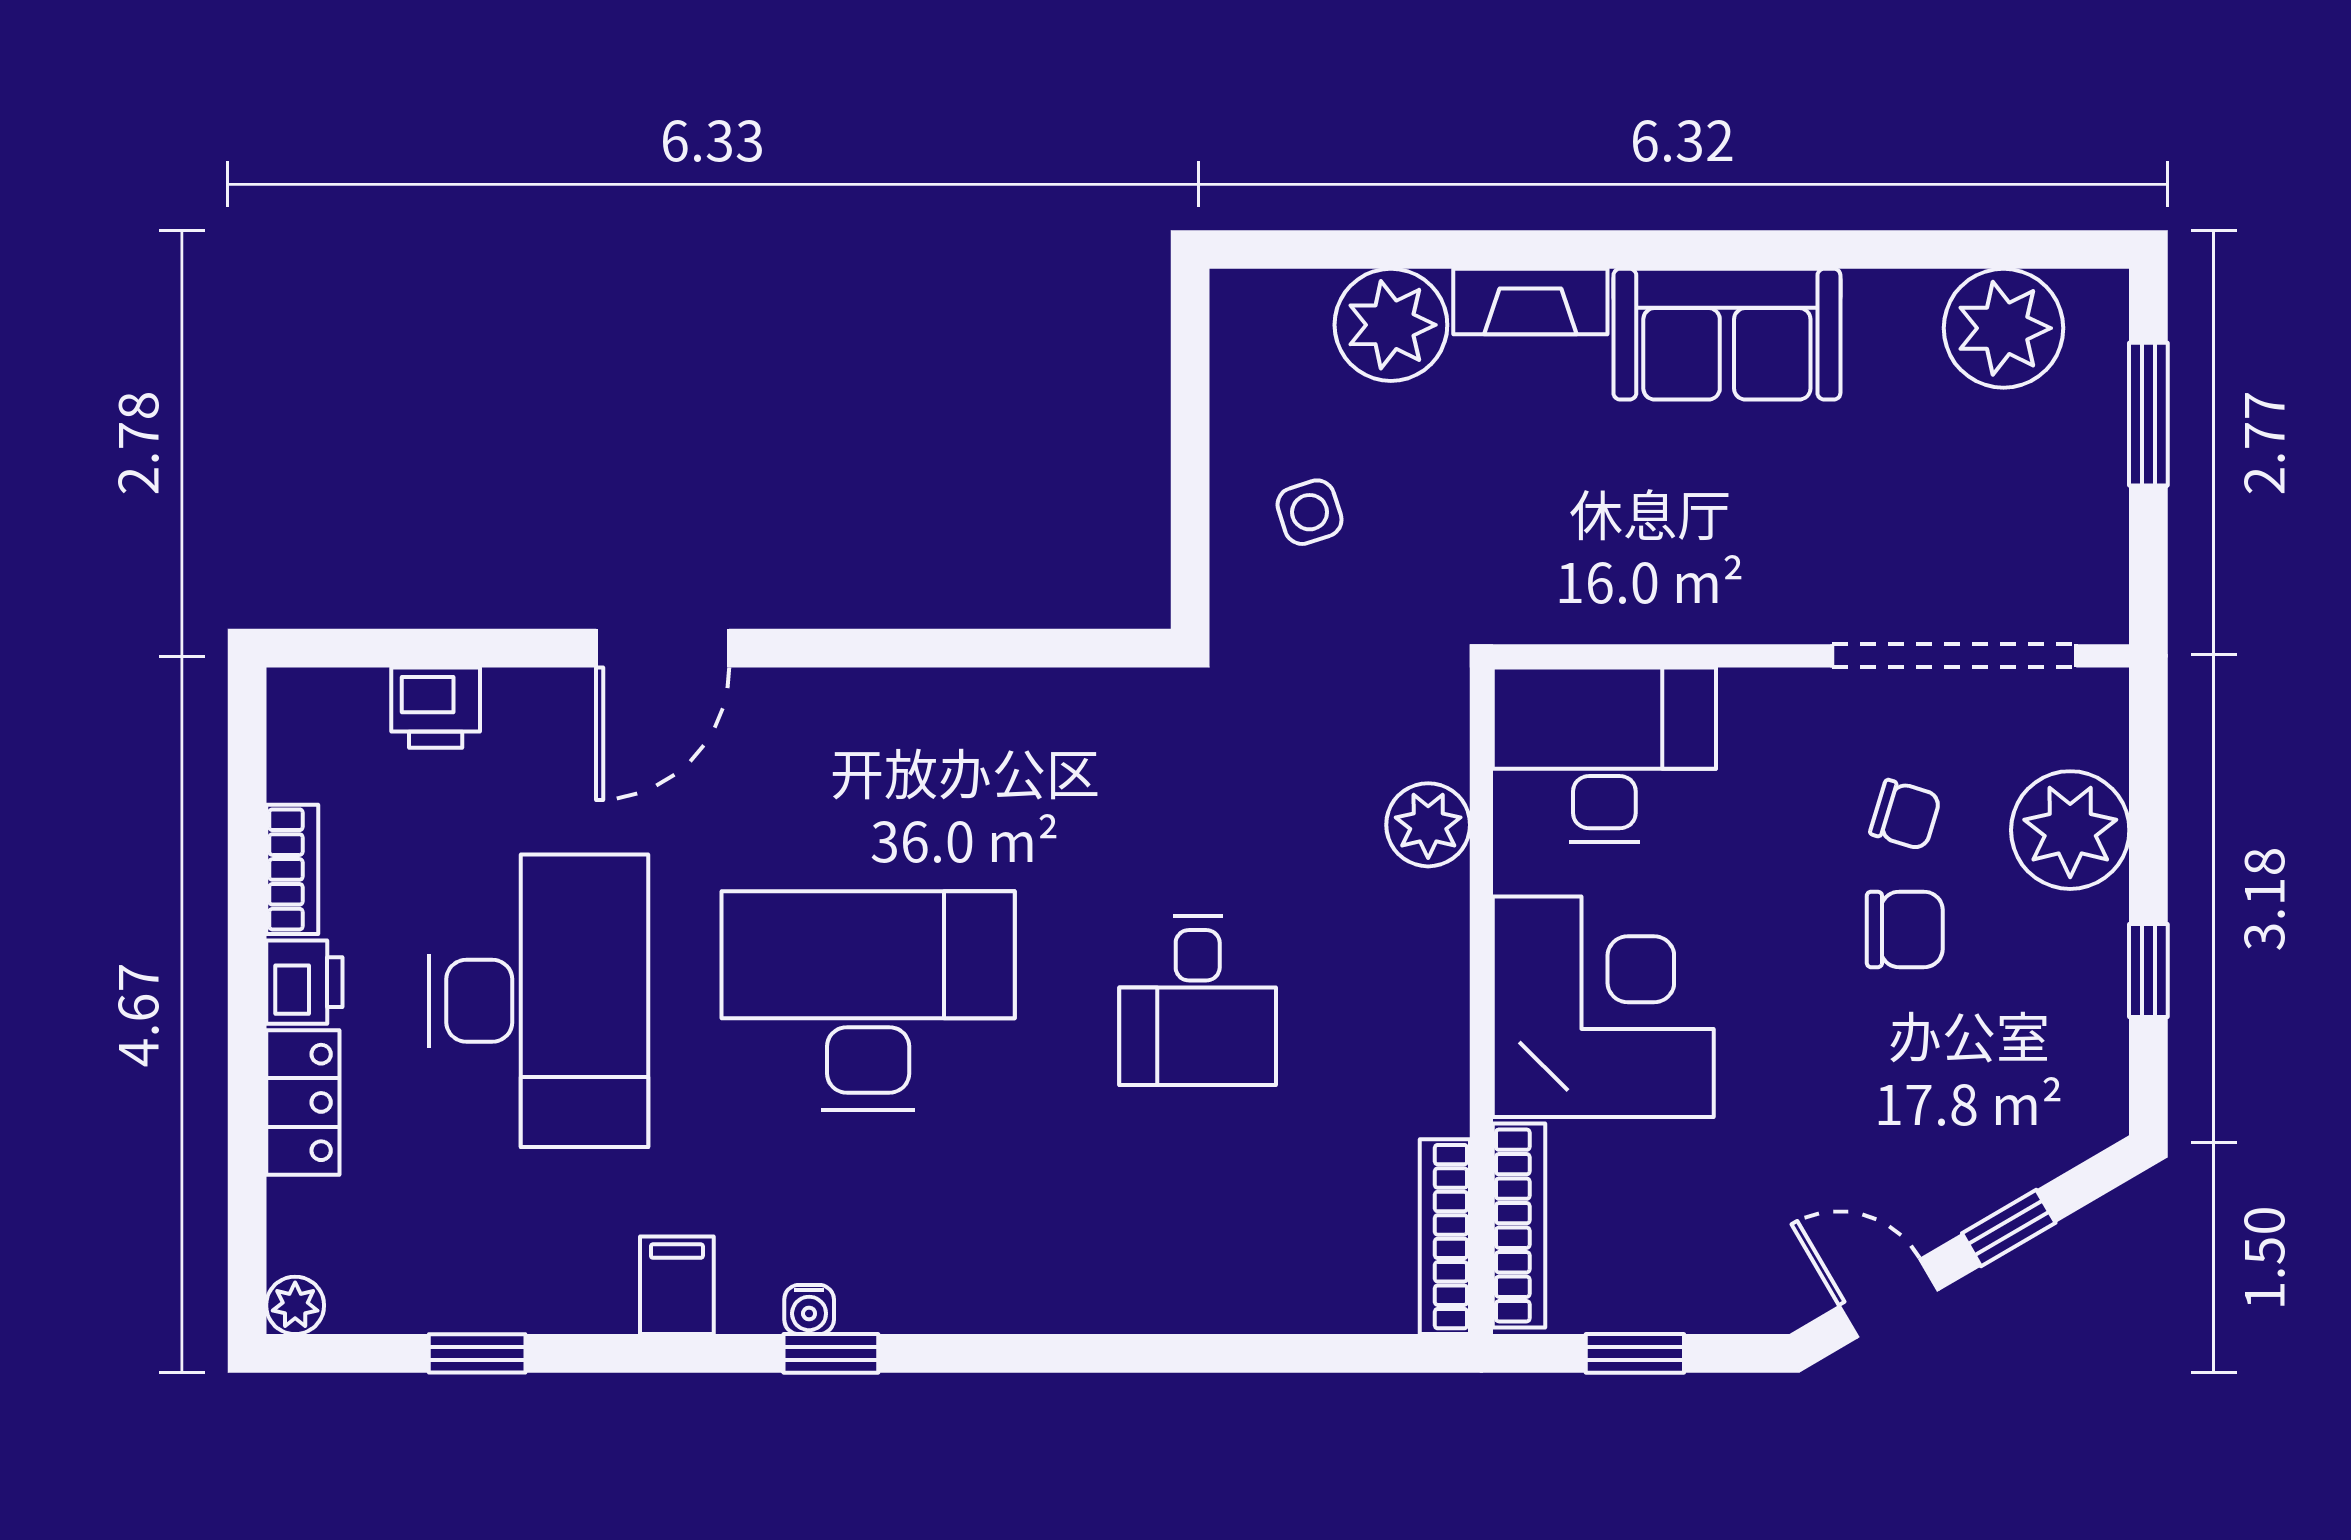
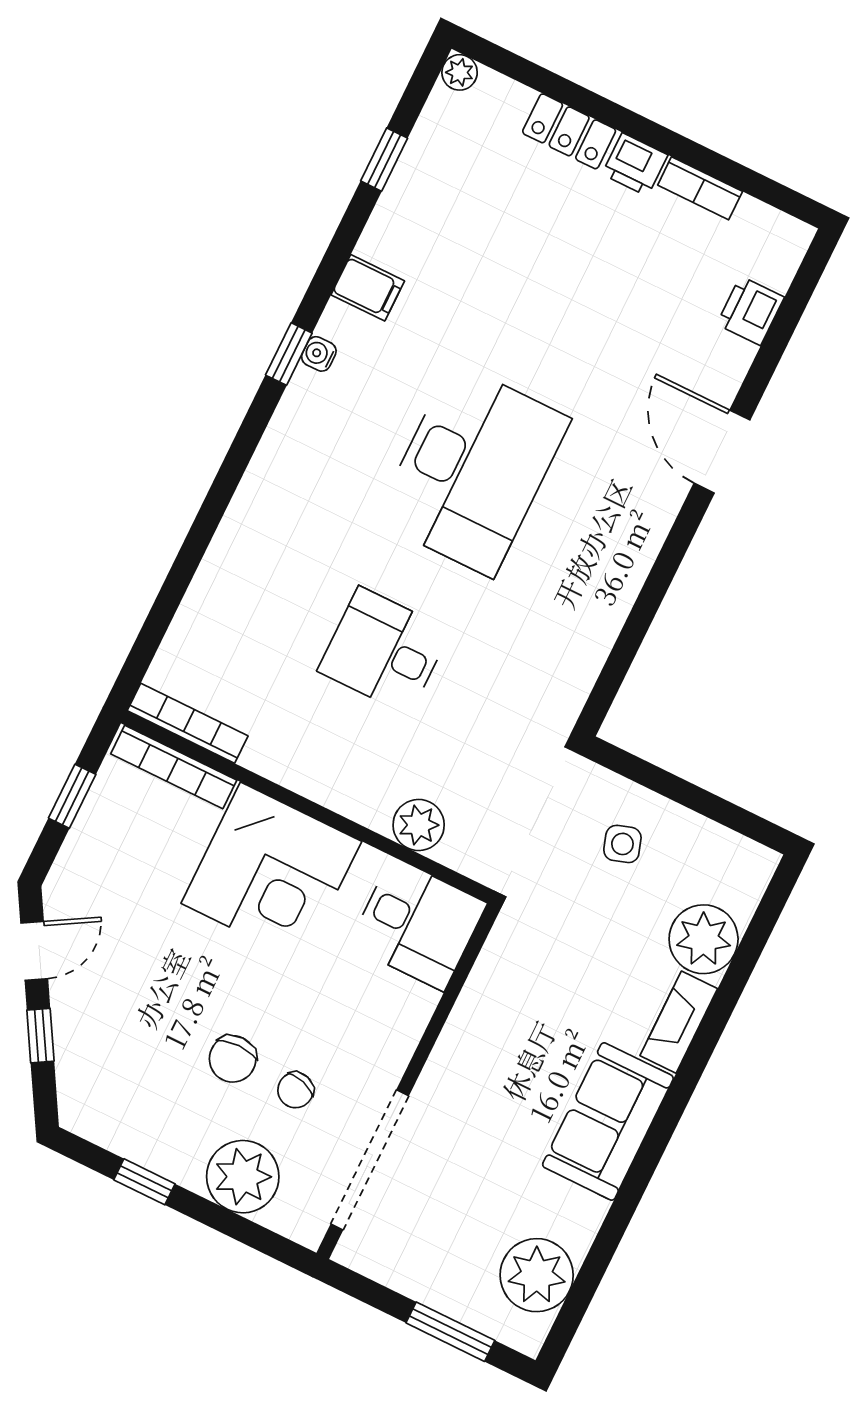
desk: (1604, 755) -> (418, 924), width x0.73
desk: (539, 1001) -> (562, 288), removed

